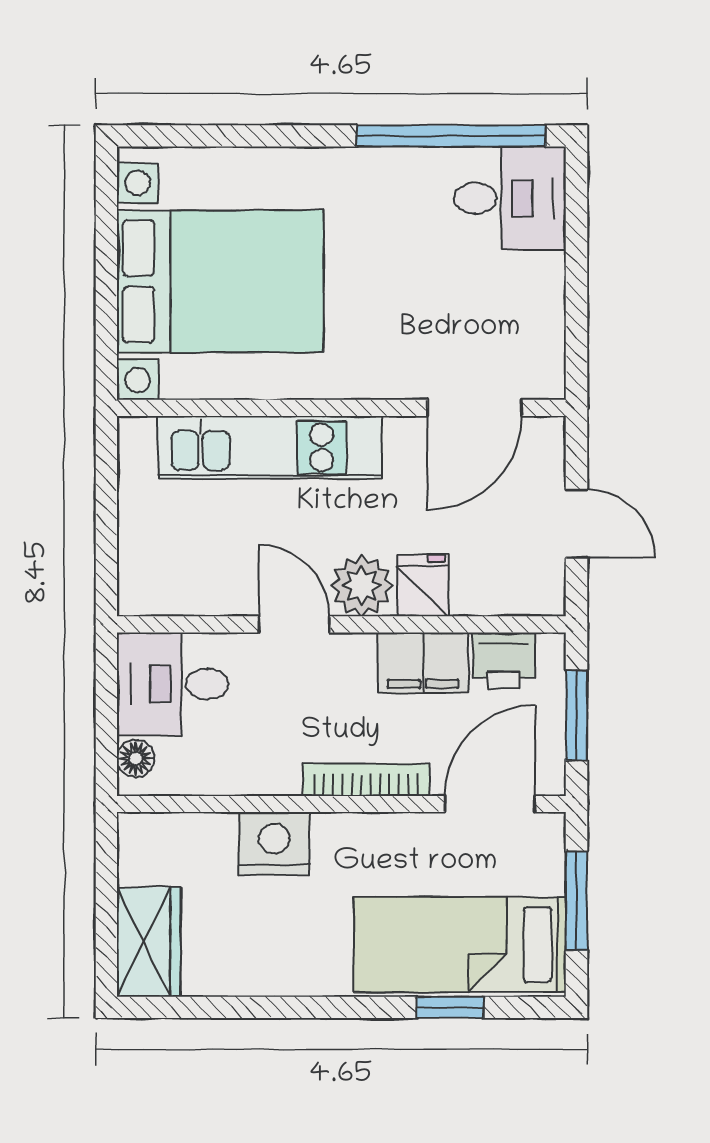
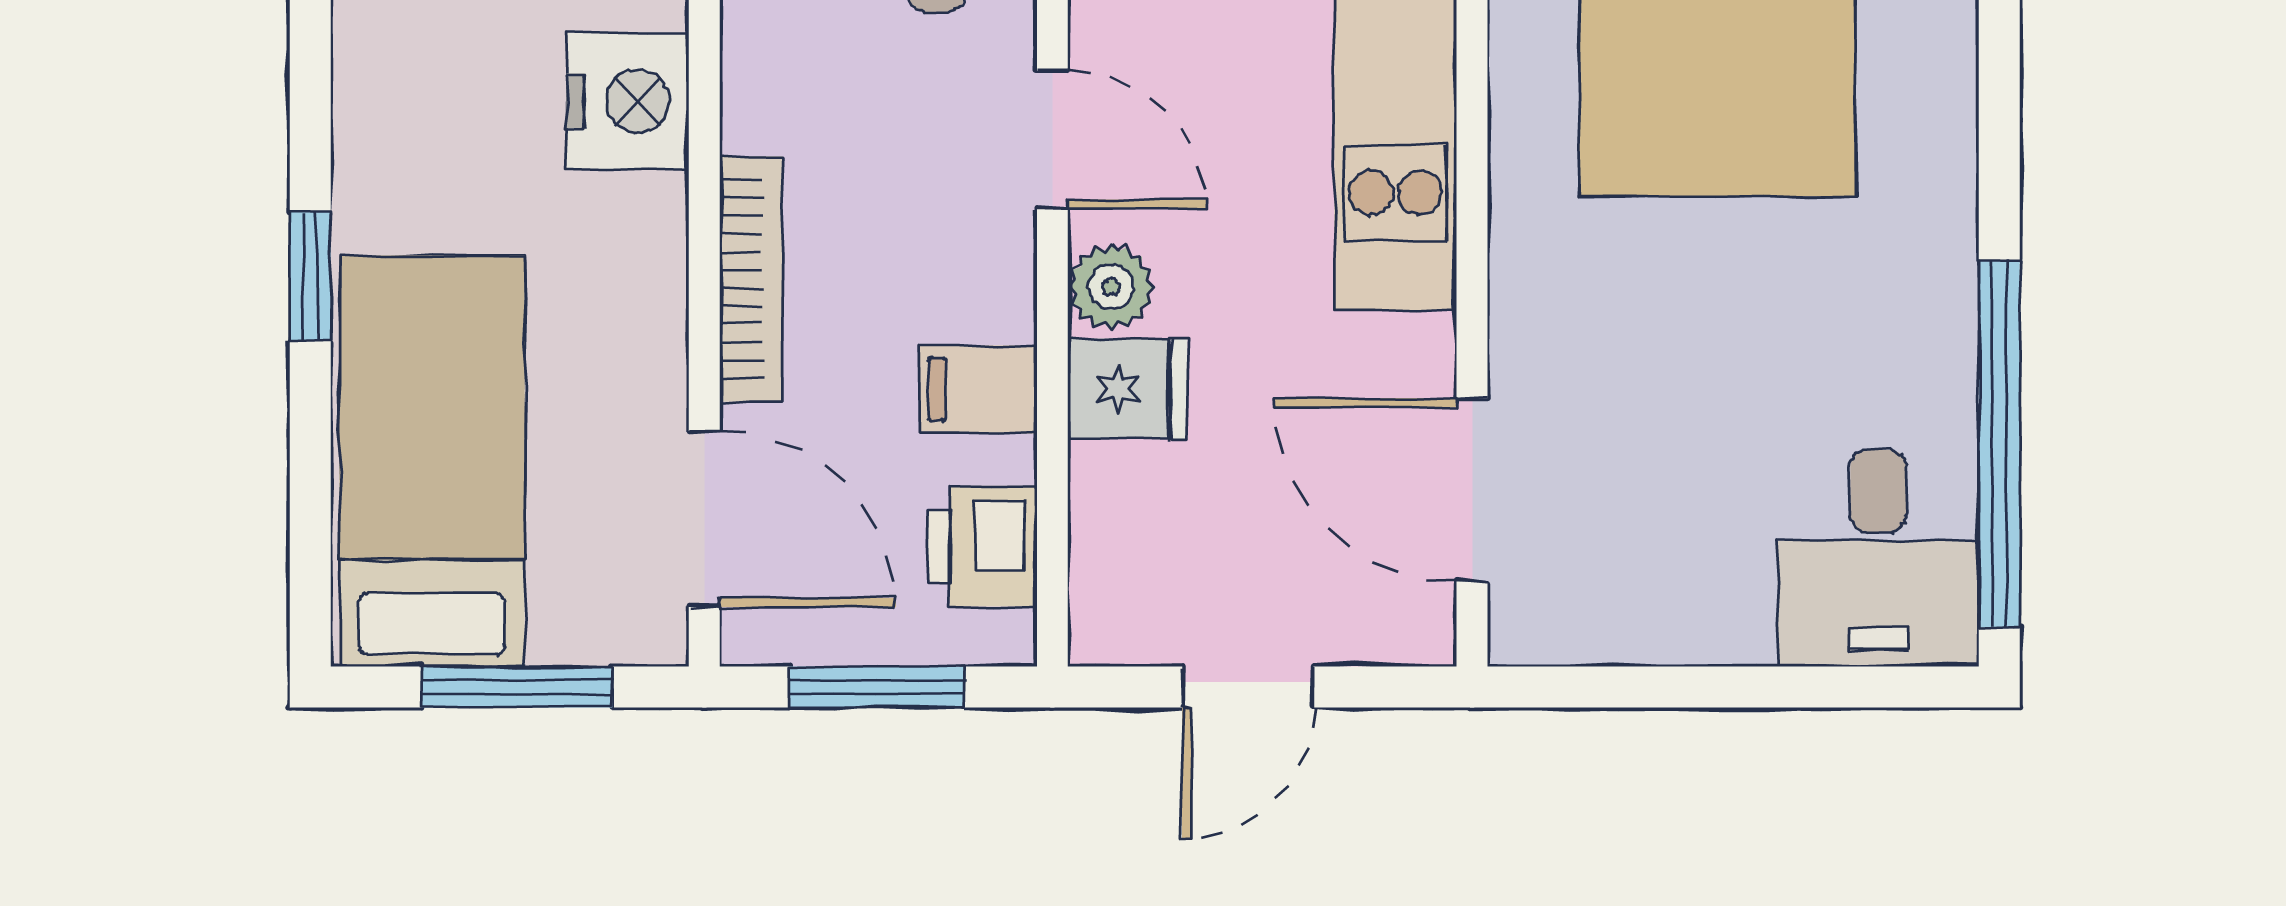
plant: (362, 586) -> (1111, 287), width x0.73, depth x0.73
door: (294, 624) -> (1052, 140), hinge flipped
filing cabinet: (423, 663) -> (978, 389), width x0.50
window: (450, 1007) -> (310, 276), moved

